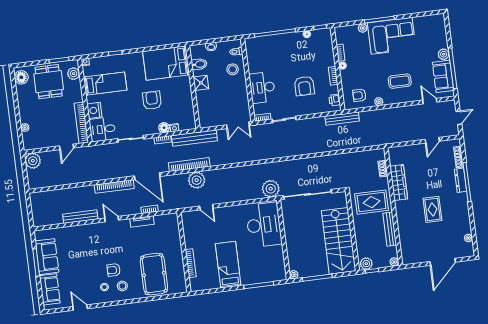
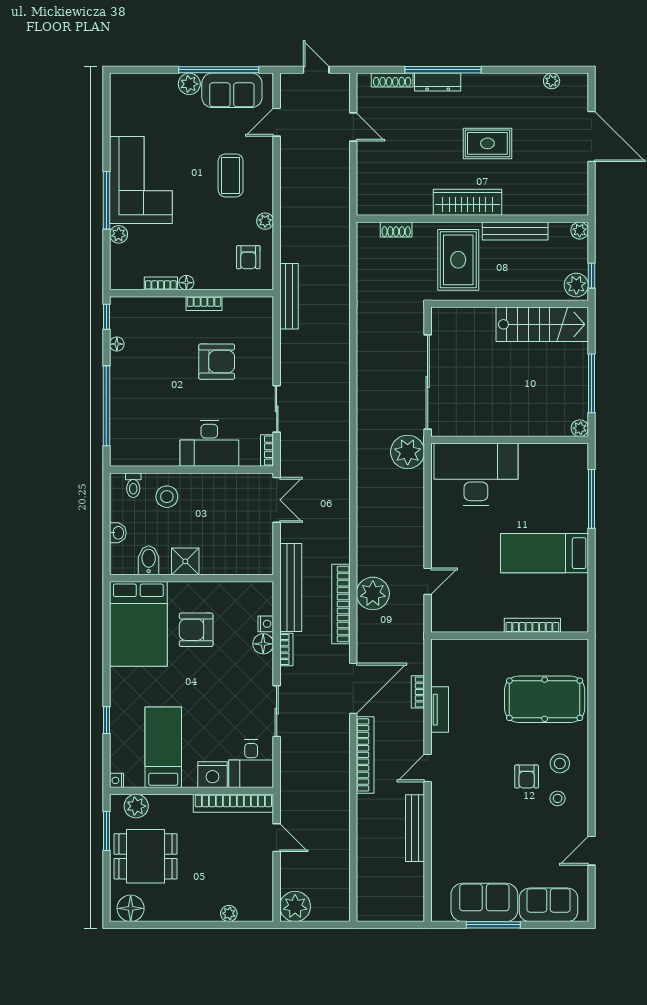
armchair: (152, 100) -> (196, 630), moved
printer: (335, 100) -> (251, 306), removed
wardrobe: (399, 183) -> (467, 202), moved
stairs: (339, 241) -> (542, 324), width x0.73, depth x0.66

